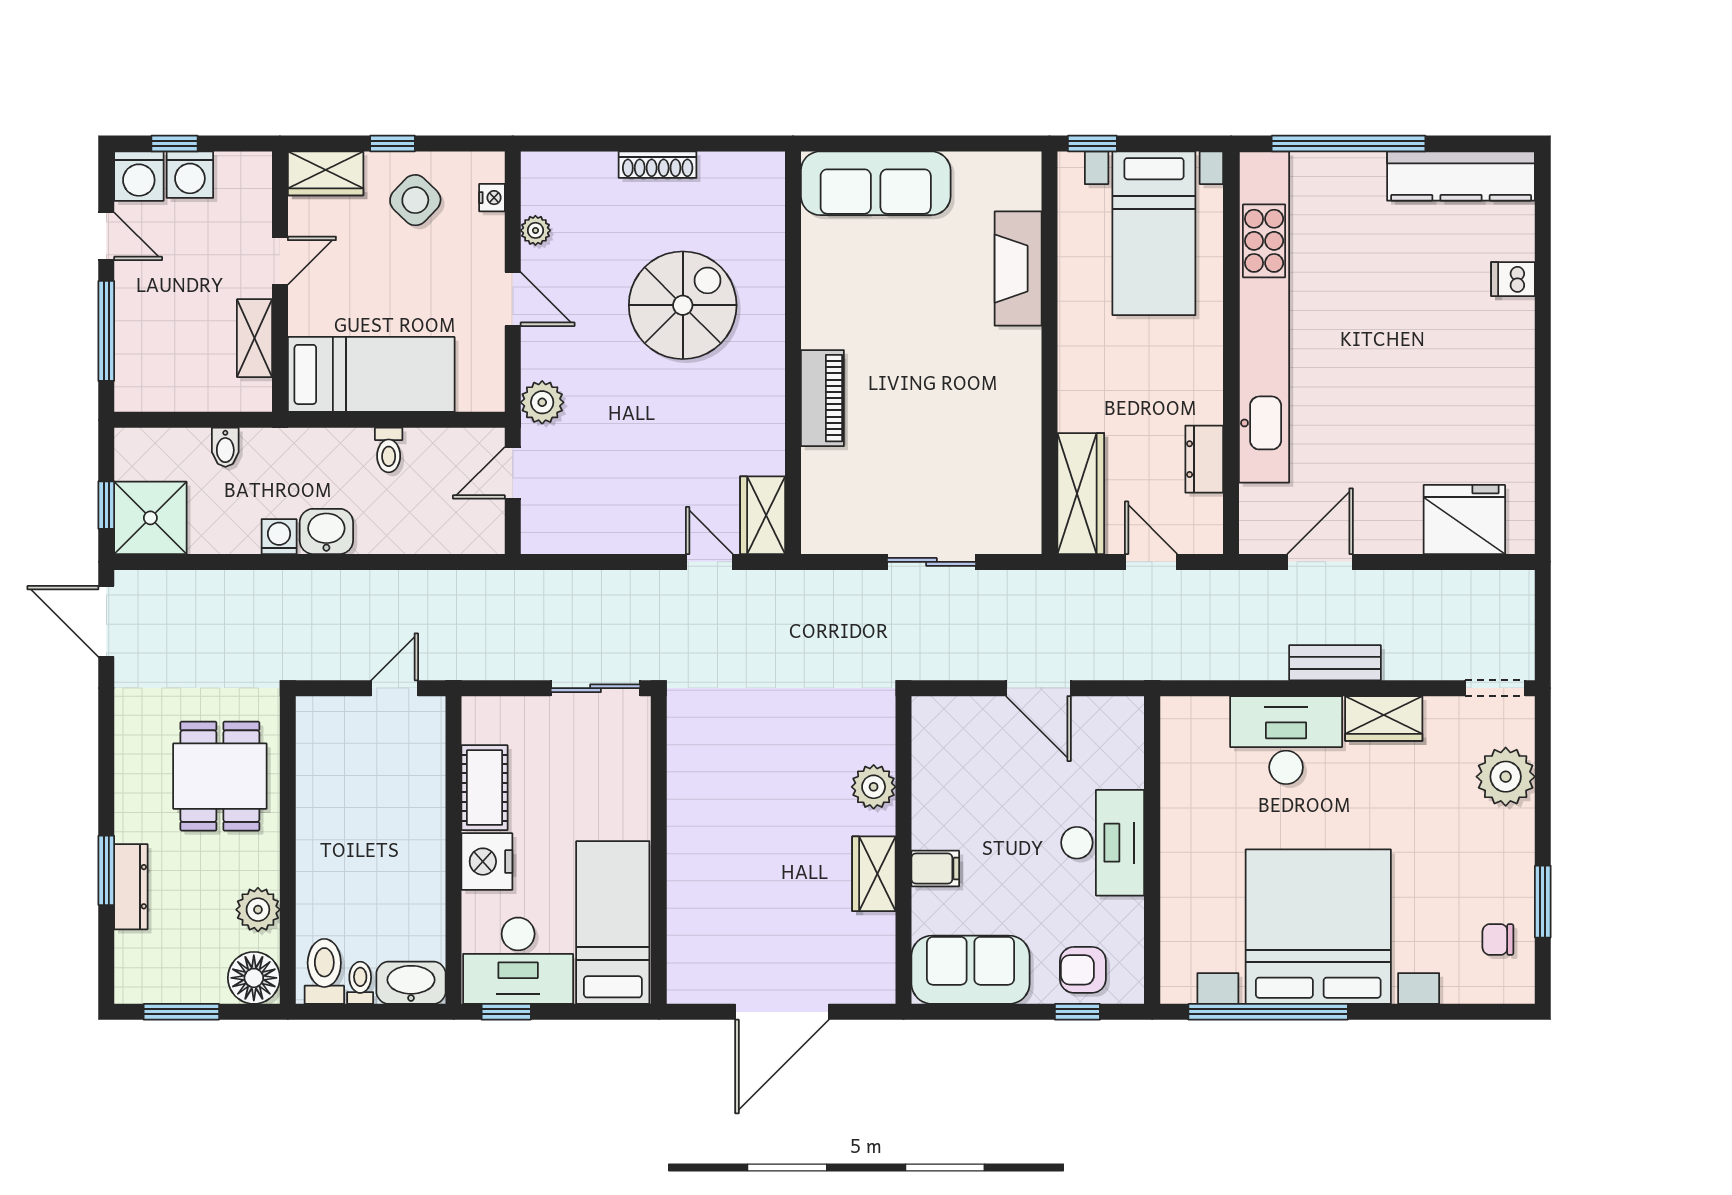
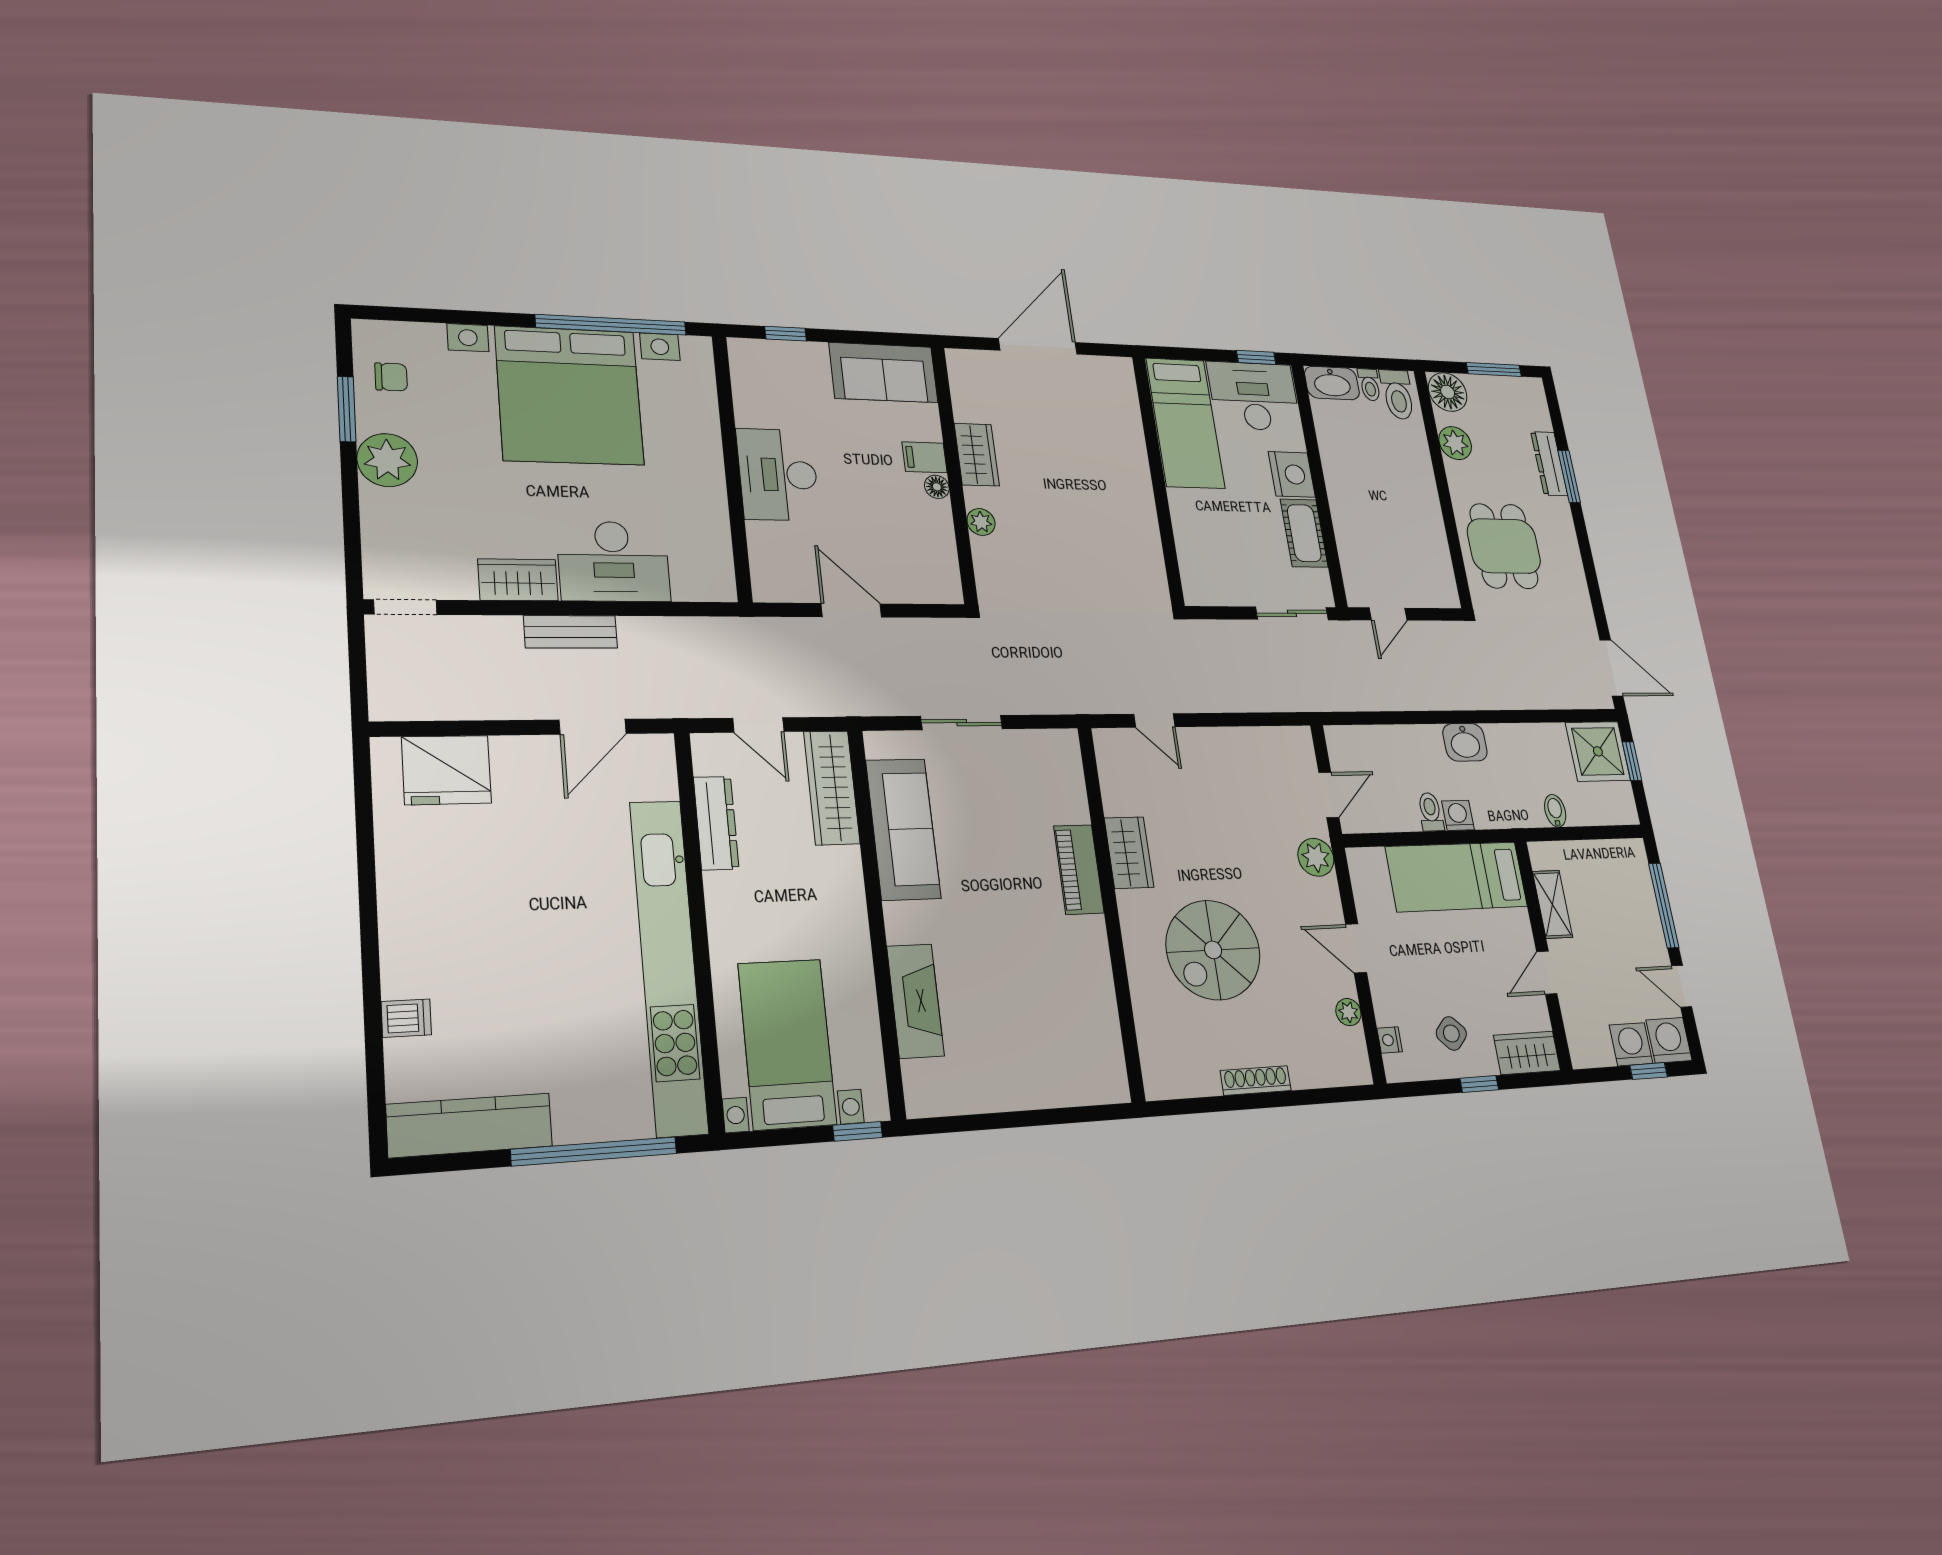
sofa: (876, 183) -> (903, 829), moved, turned 90
side table: (415, 200) -> (1451, 1033), width x0.73, depth x0.73
dresser: (1204, 459) -> (716, 823), width x1.44
wardrobe: (763, 515) -> (1129, 853), moved
washing machine: (279, 537) -> (1458, 815), moved, turned 180
sliding door: (596, 688) -> (1292, 613), moved
plant: (1506, 777) -> (387, 460), moved
plant: (874, 787) -> (981, 522), width x0.73, depth x0.73
floor lamp: (925, 834) -> (937, 487), added
armchair: (1083, 970) -> (784, 368), removed

